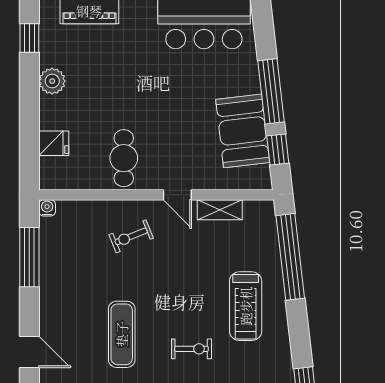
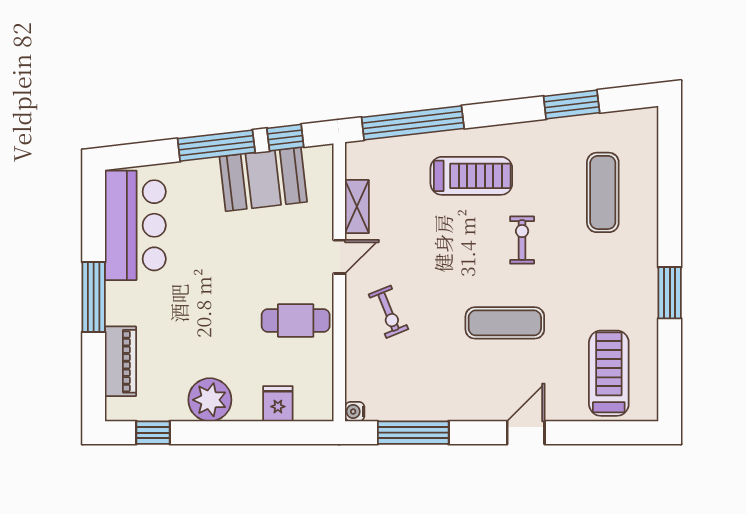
plant: (52, 81) -> (210, 400), width x1.36, depth x1.36

